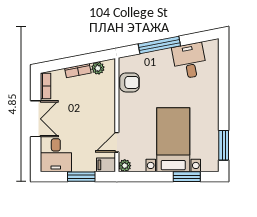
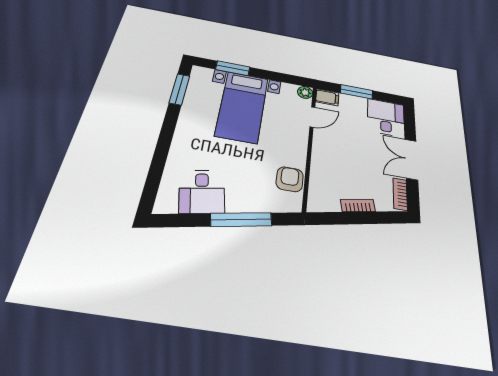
plant: (98, 68) -> (331, 204), removed
armchair: (130, 82) -> (290, 179), turned 90

